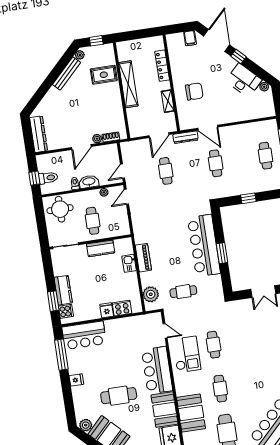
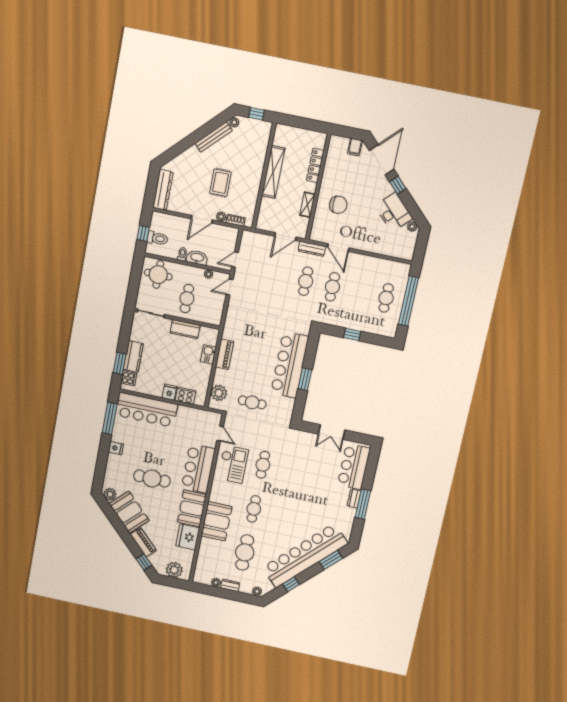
rug: (104, 75) -> (221, 183), moved, turned 90
cafe table: (166, 171) -> (306, 281), moved
bar counter: (84, 335) -> (146, 410), width x1.36

